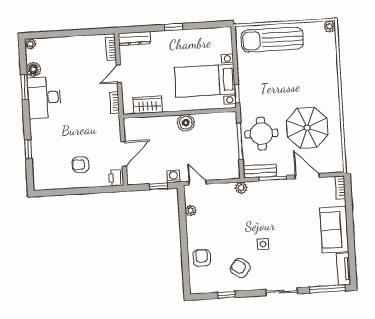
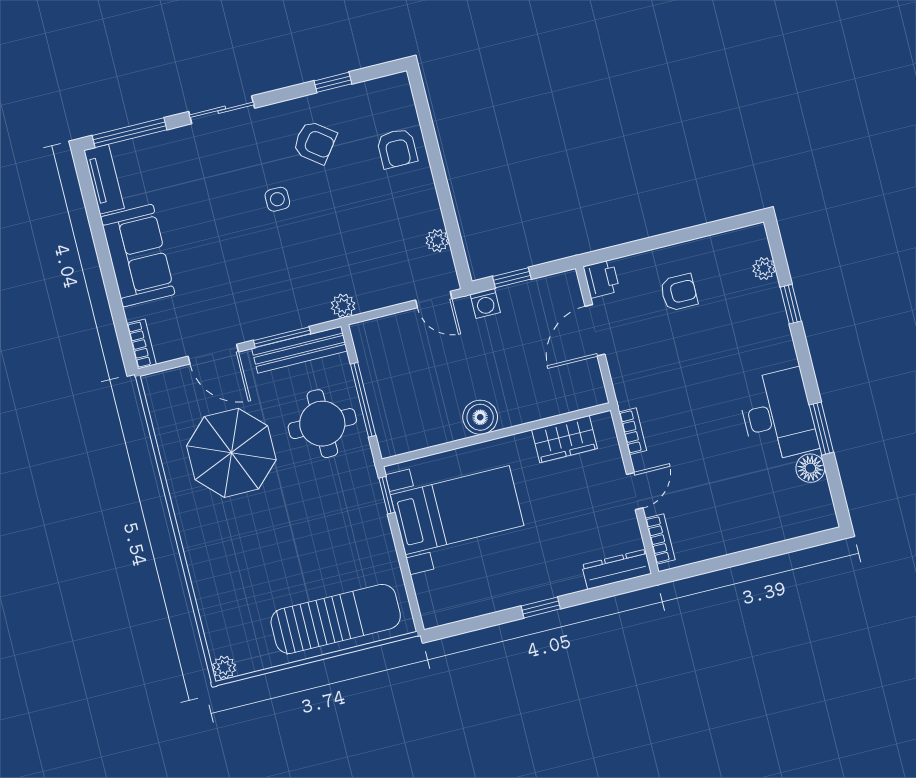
plant: (30, 44) -> (764, 269), moved
bench: (260, 171) -> (300, 350), width x1.36

